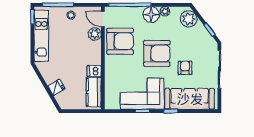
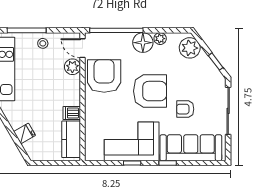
armchair: (120, 41) -> (104, 76), turned -90
armchair: (185, 68) -> (185, 109), turned -90

